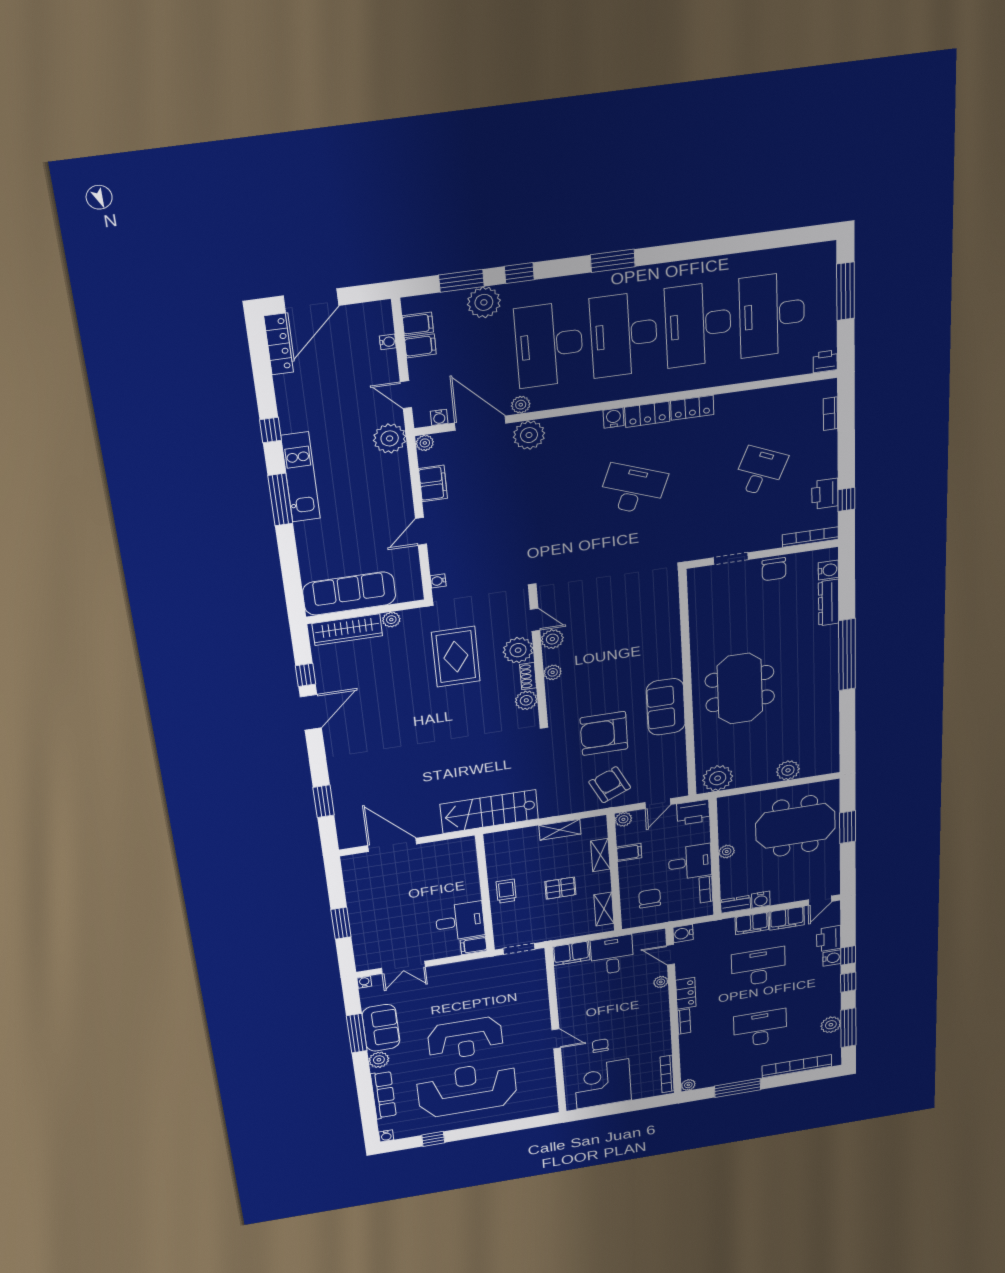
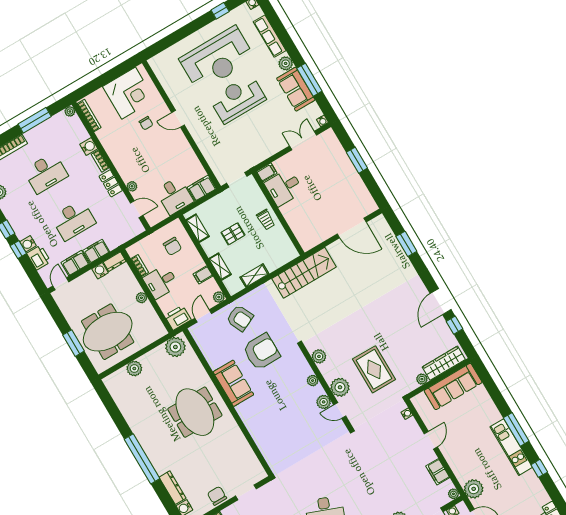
shoe rack: (528, 676) -> (326, 373), removed
water cooler: (683, 933) -> (89, 147), moved

